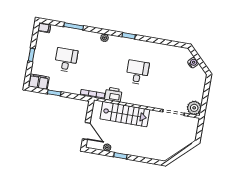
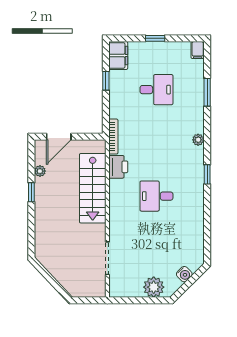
desk: (137, 72) -> (156, 196), turned 180
plant: (194, 108) -> (154, 287), moved

